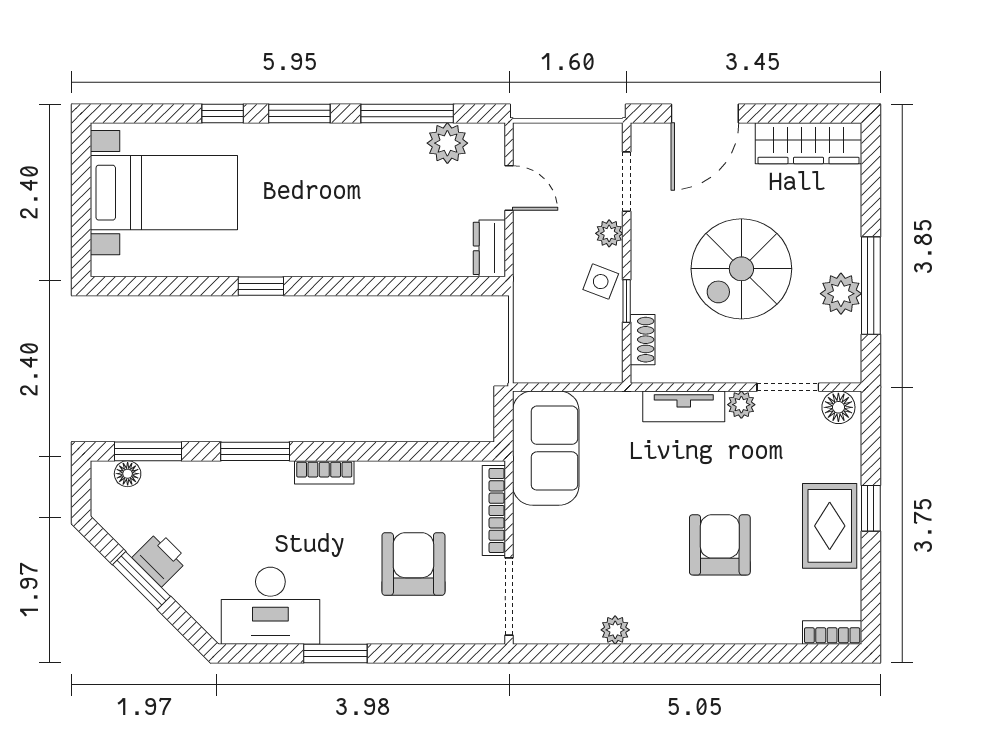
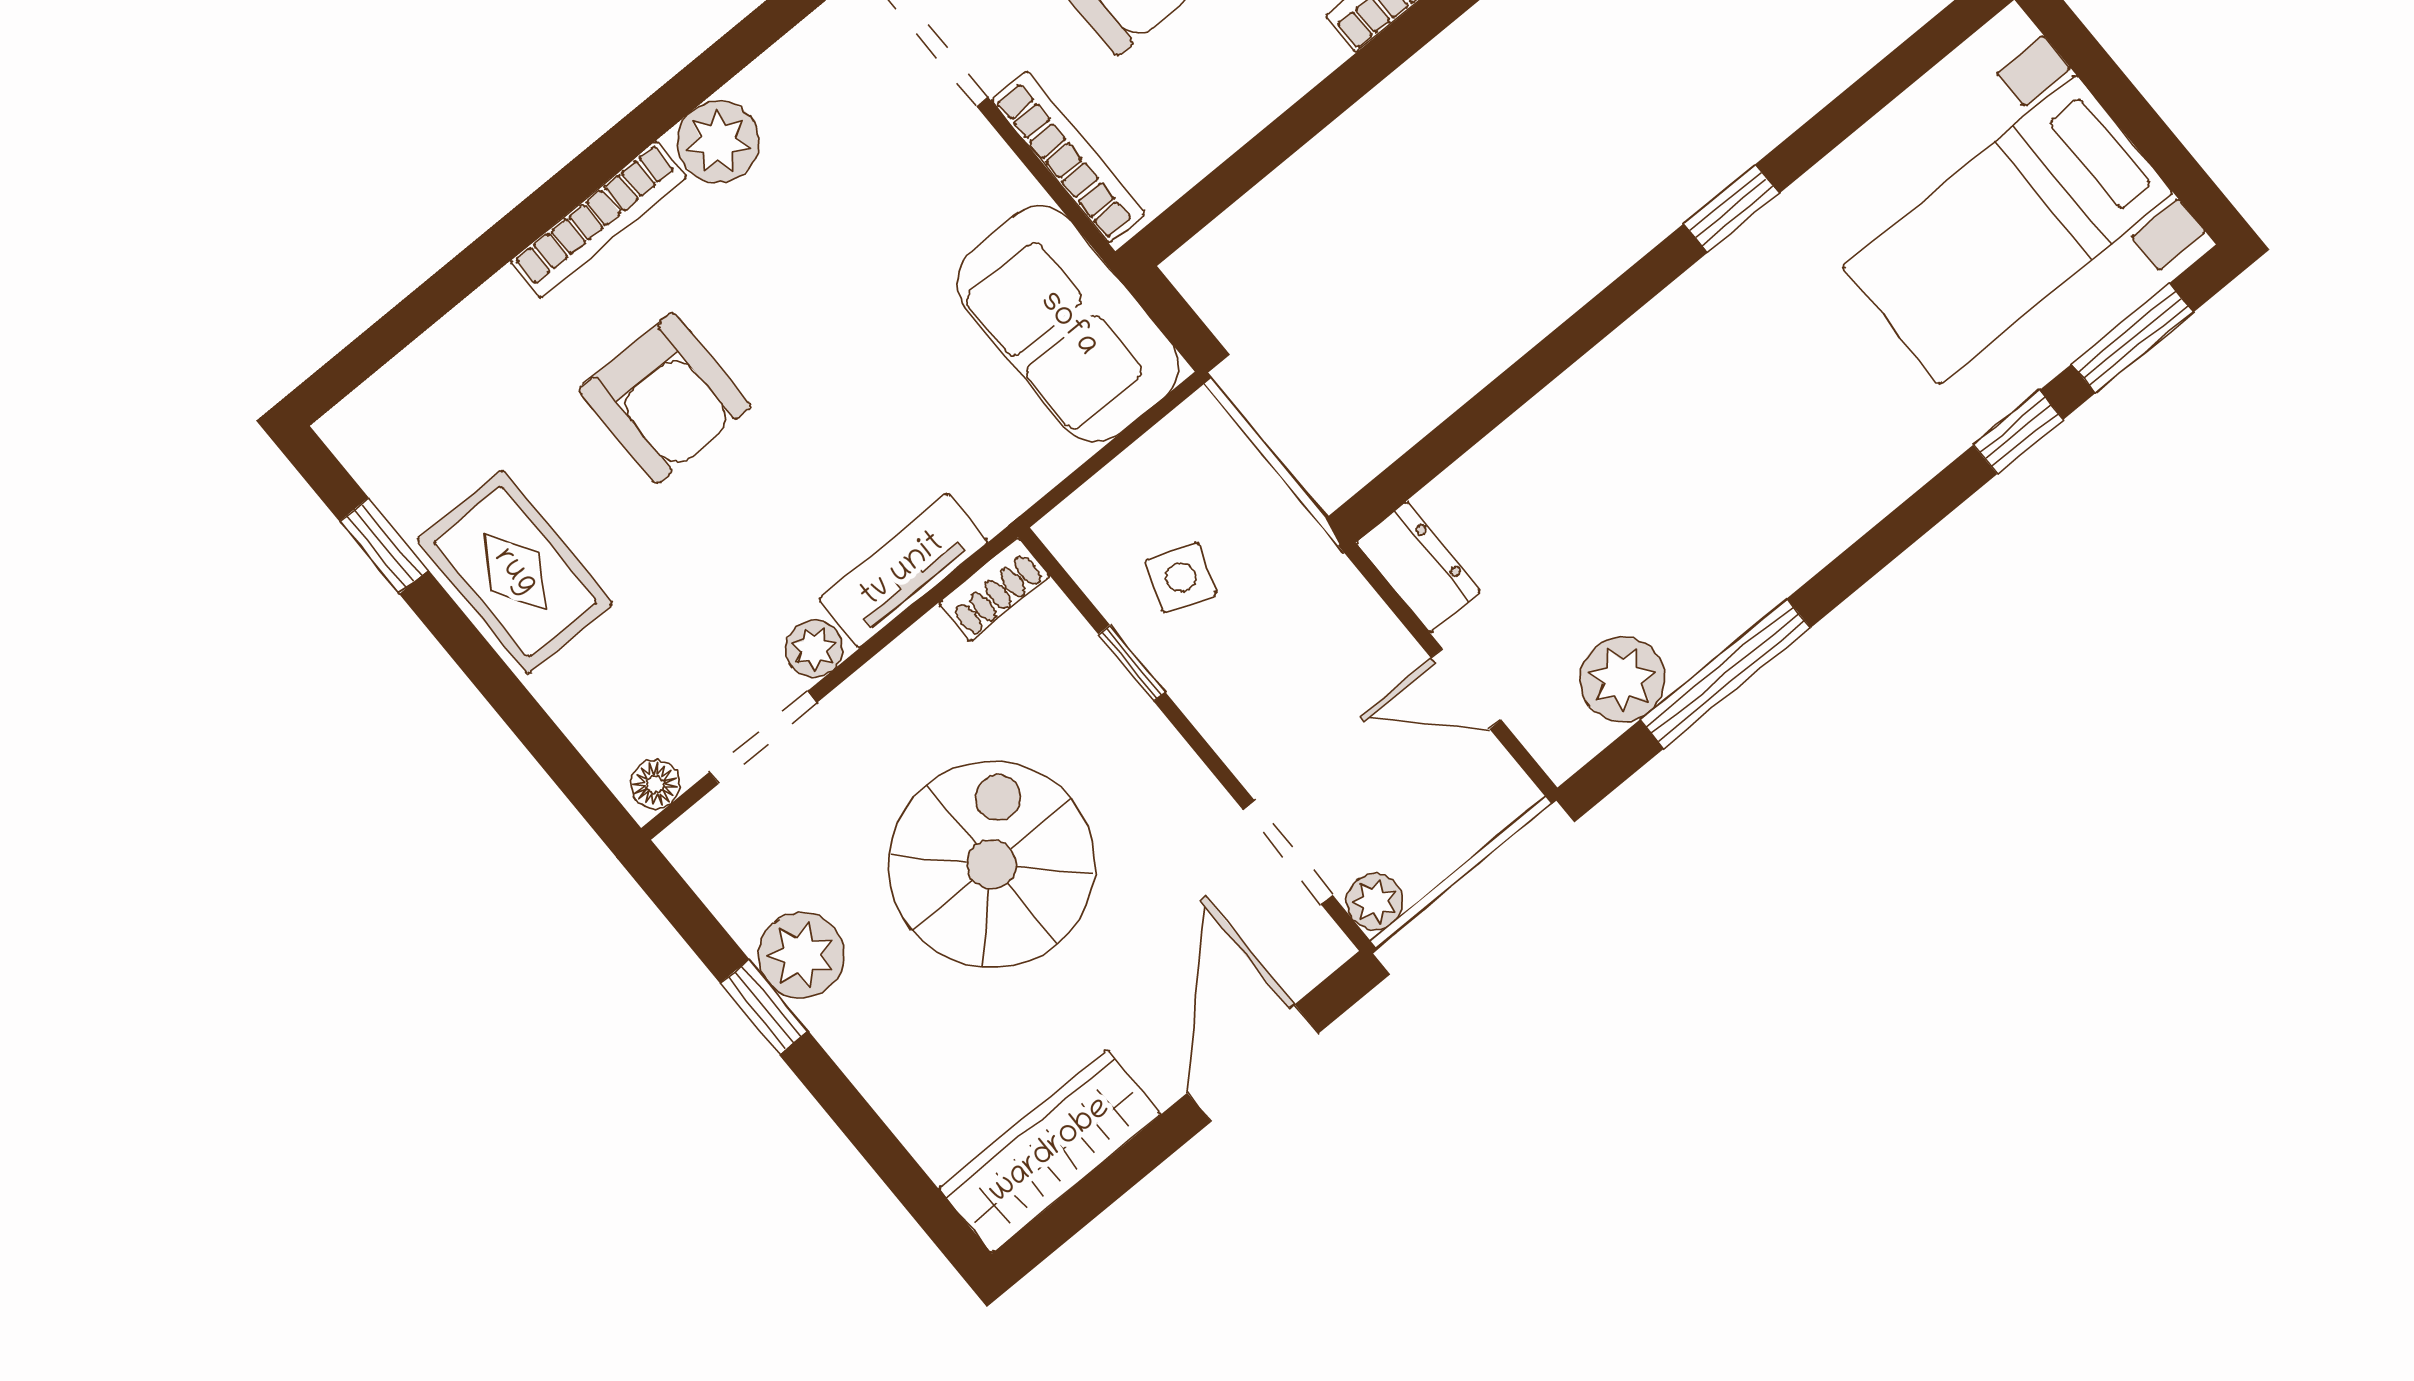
window: (299, 113) -> (2132, 338), moved
plant: (609, 233) -> (1375, 902), moved
side table: (601, 282) -> (1181, 578), moved
window: (871, 286) -> (764, 1007), width x0.46
shoe rack: (643, 340) -> (994, 590), moved, turned -90
floor lamp: (838, 407) -> (655, 785), width x0.73, depth x0.73
window: (871, 508) -> (384, 546), moved
plant: (615, 630) -> (718, 142), width x1.38, depth x1.38
bookcase: (832, 632) -> (598, 219), moved, width x1.56

